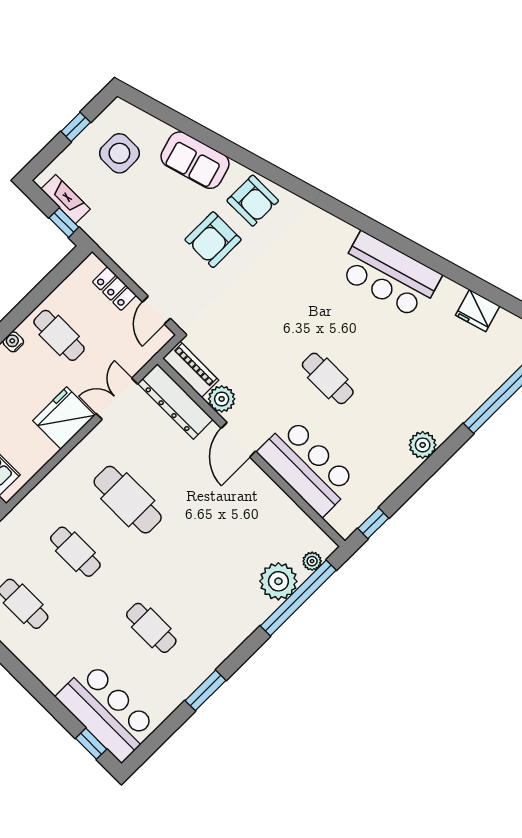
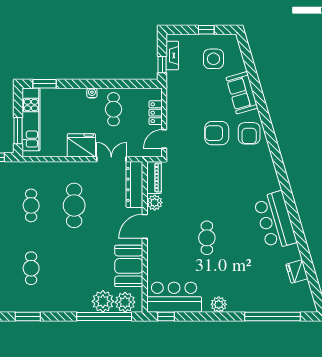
bar counter: (307, 467) -> (174, 297), moved, turned -90
booth: (267, 507) -> (129, 266), added
plant: (312, 561) -> (125, 302), width x1.88, depth x1.88

